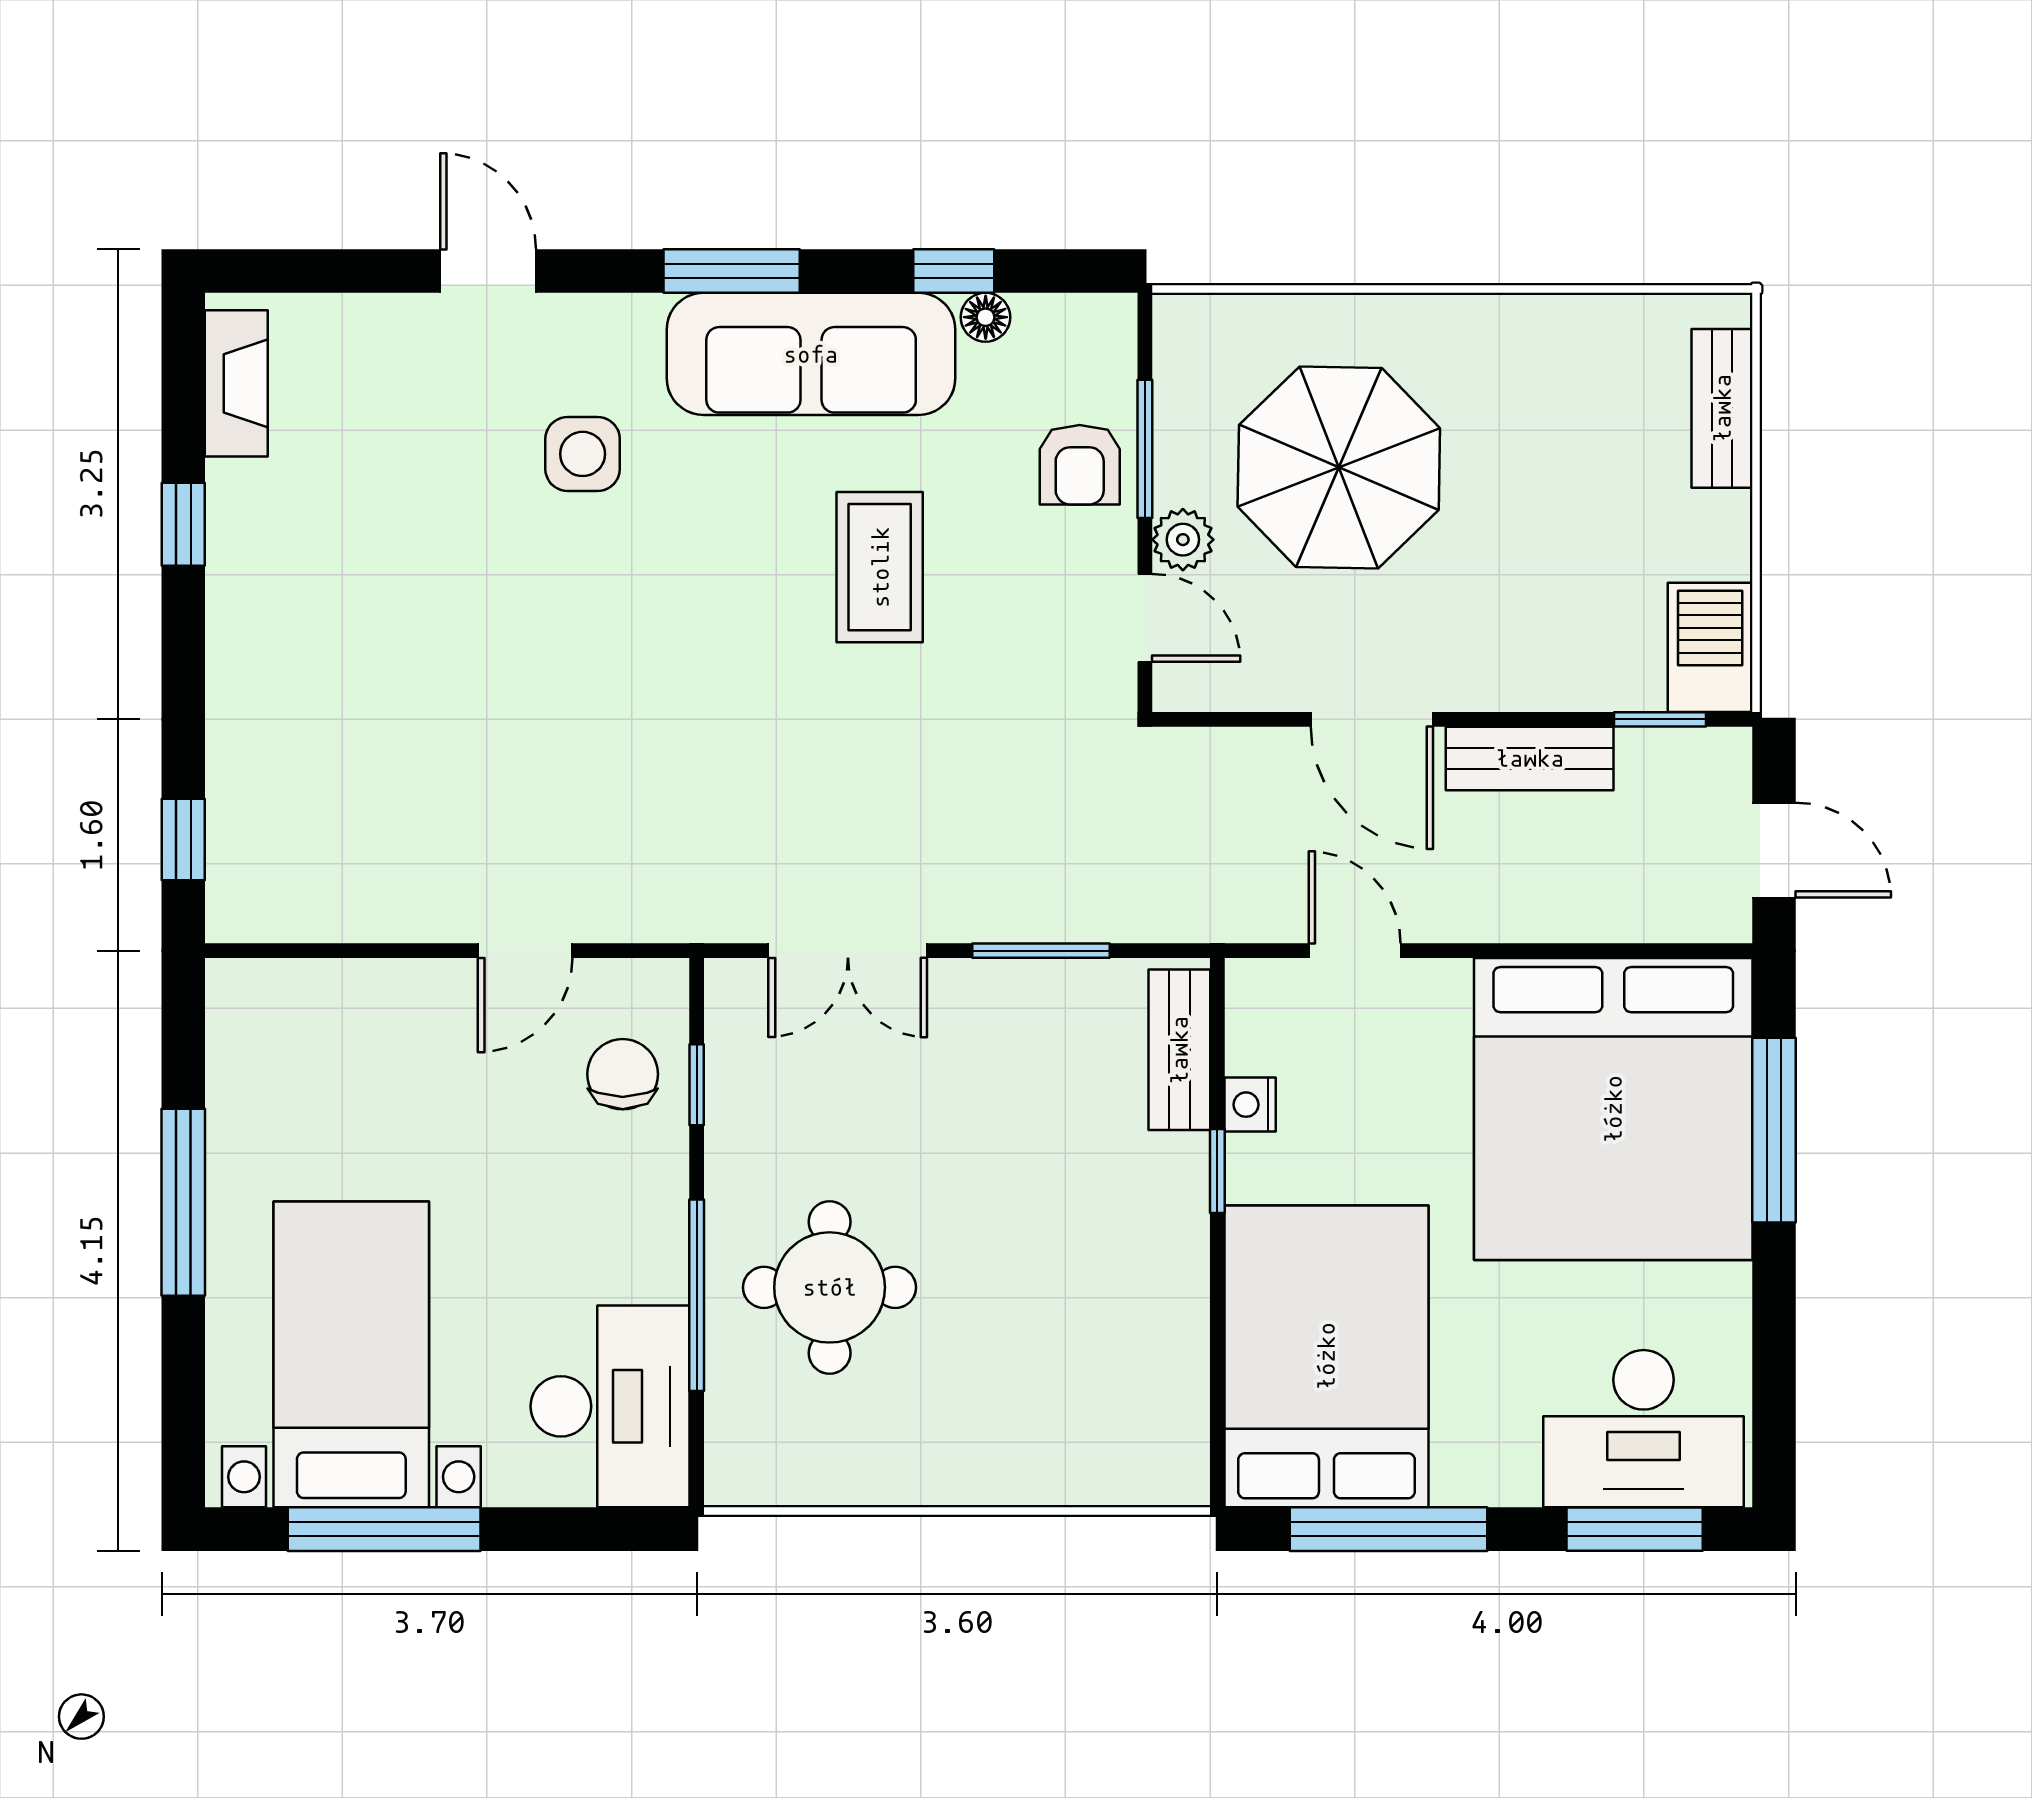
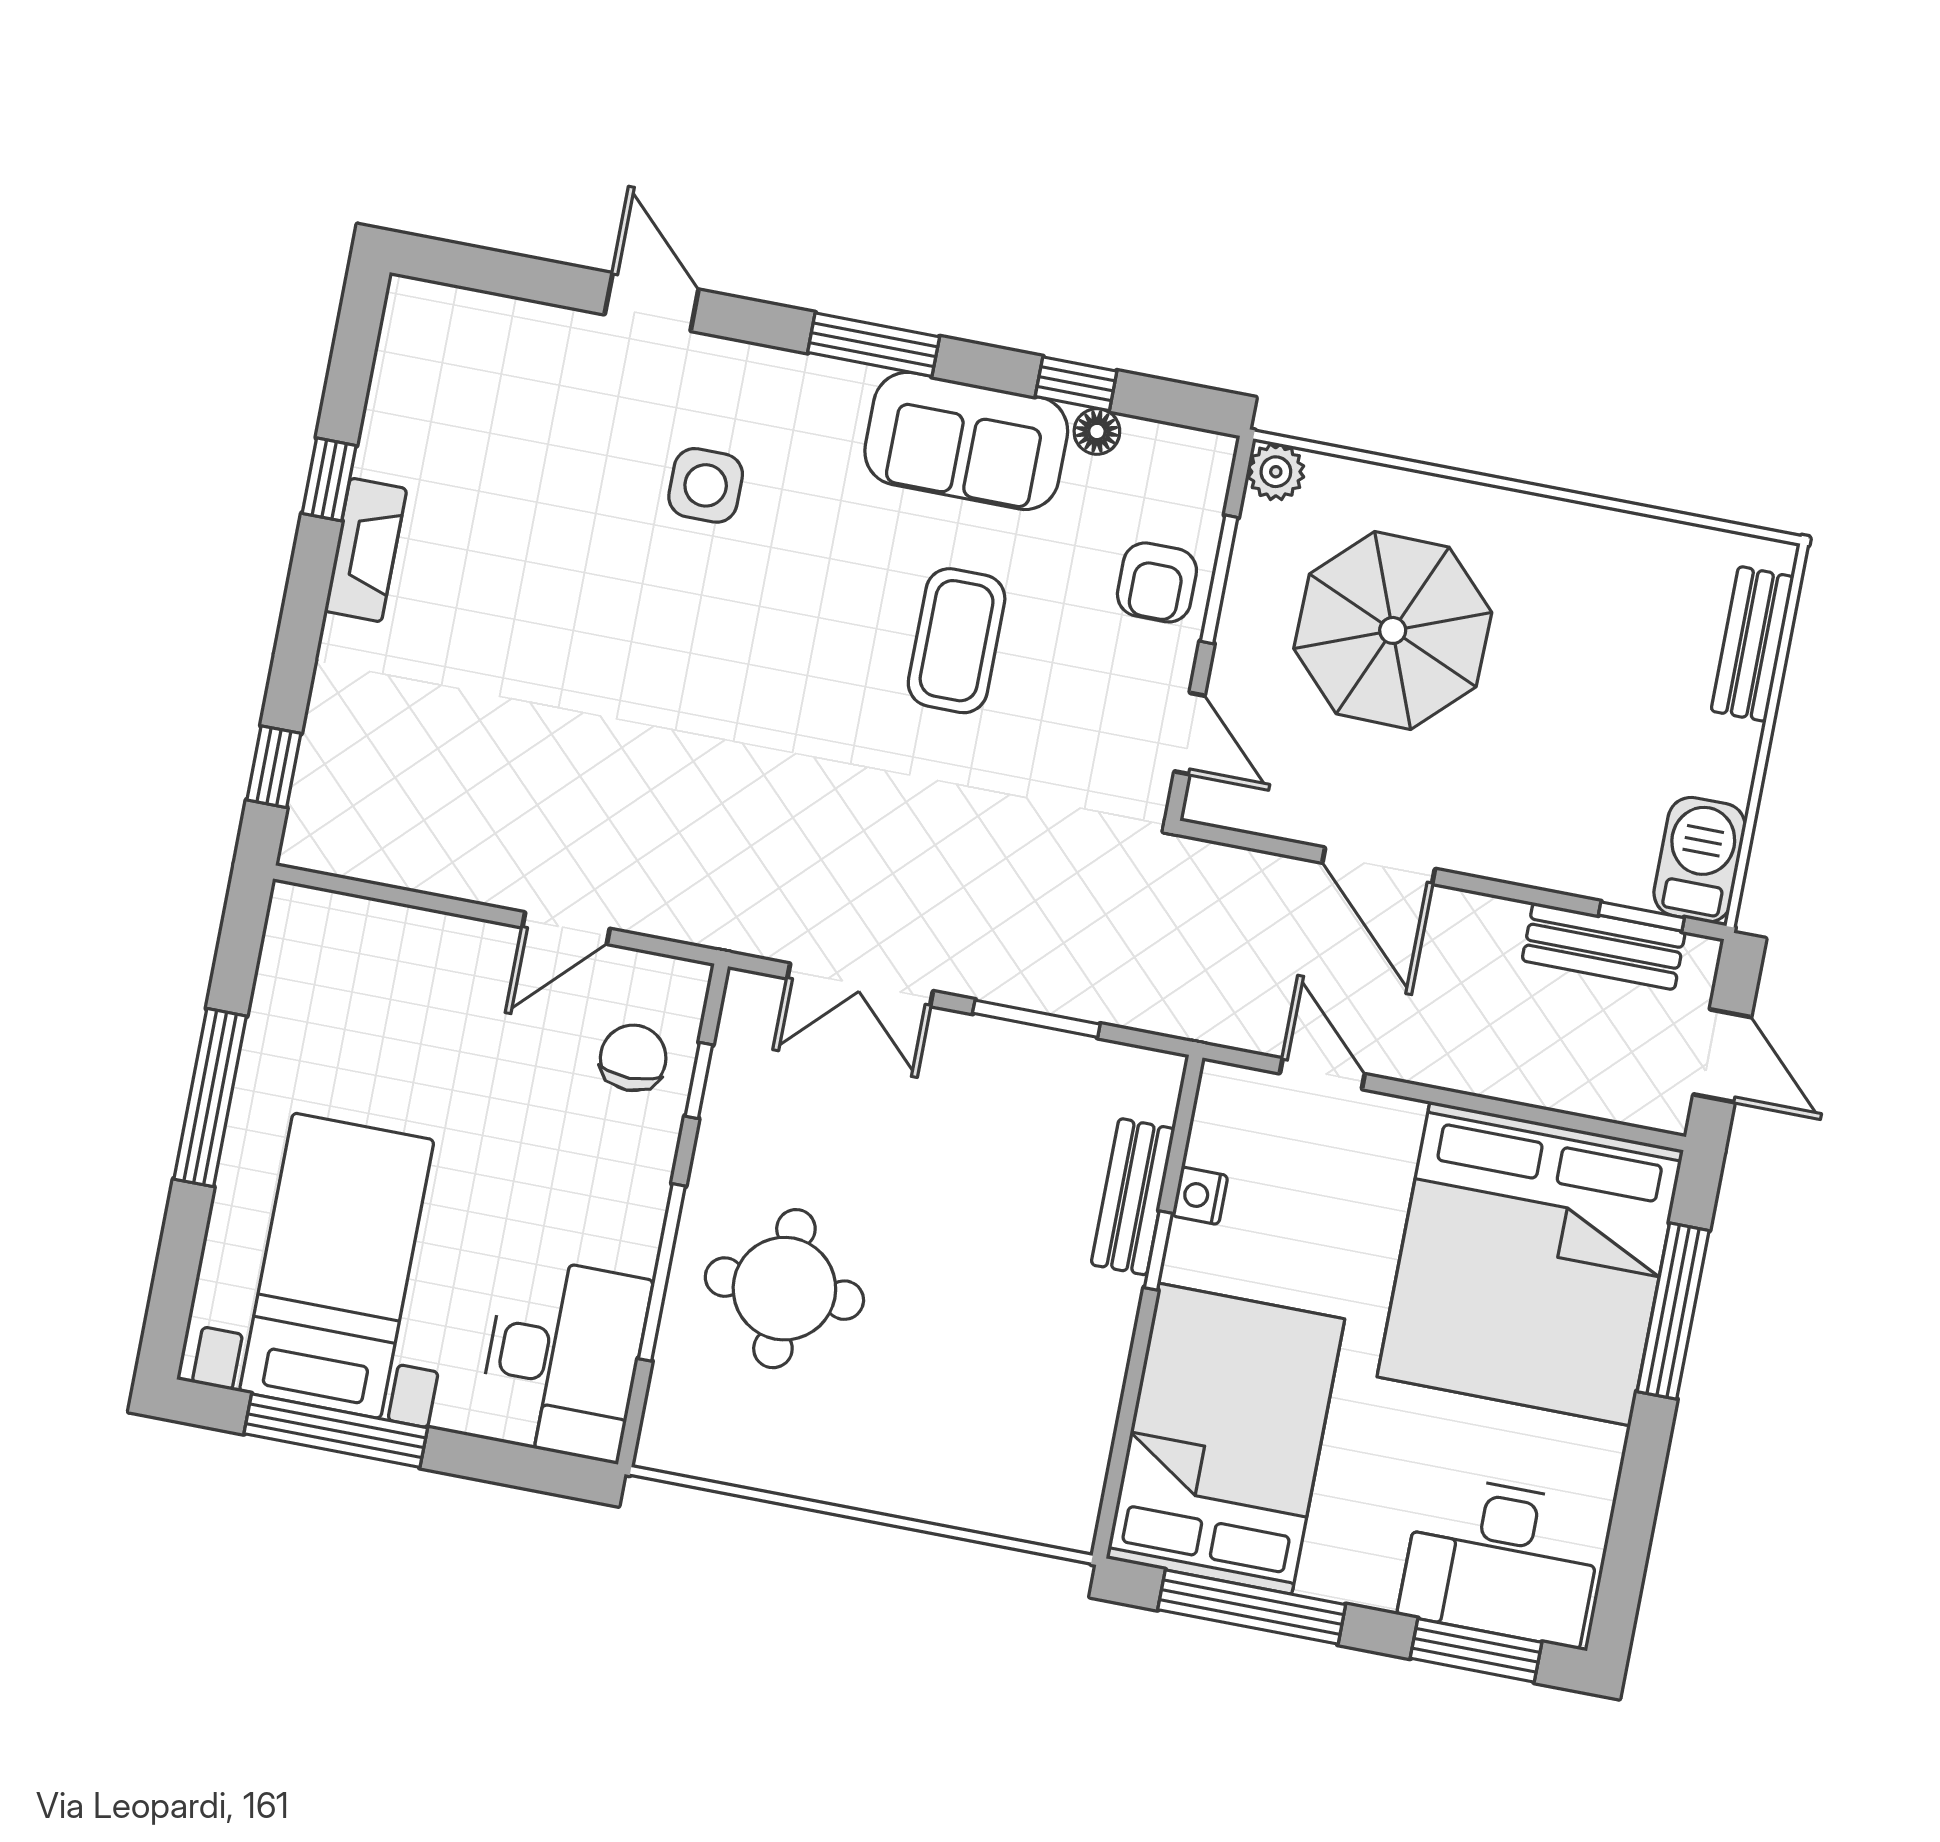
sofa: (811, 354) -> (966, 441), width x0.73
fireplace: (236, 383) -> (366, 550), moved
plant: (1183, 540) -> (1276, 472), moved
bench: (1530, 758) -> (1604, 946), moved
bench: (1179, 1050) -> (1133, 1197), moved

